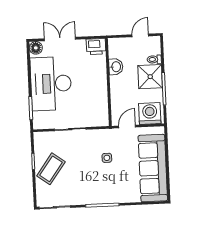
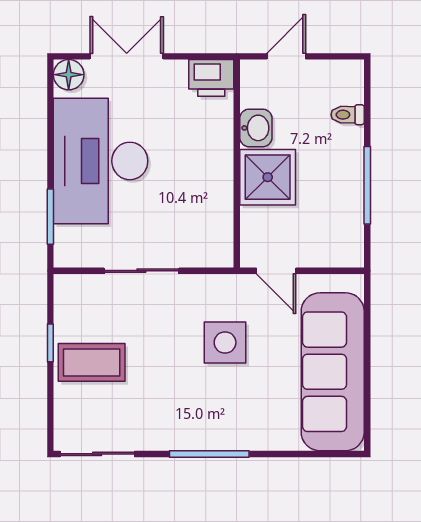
door: (140, 35) -> (286, 56), moved
shower: (150, 77) -> (268, 177), moved
washing machine: (150, 114) -> (331, 242), removed
door: (127, 127) -> (276, 271), swing flipped
side table: (107, 158) -> (225, 342), width x1.87, depth x1.87
coffee table: (51, 169) -> (92, 362), turned 54

